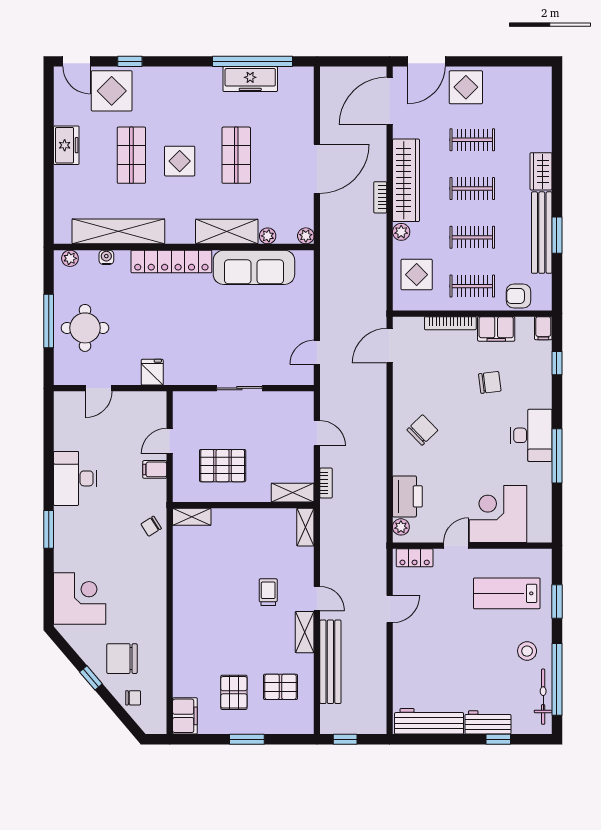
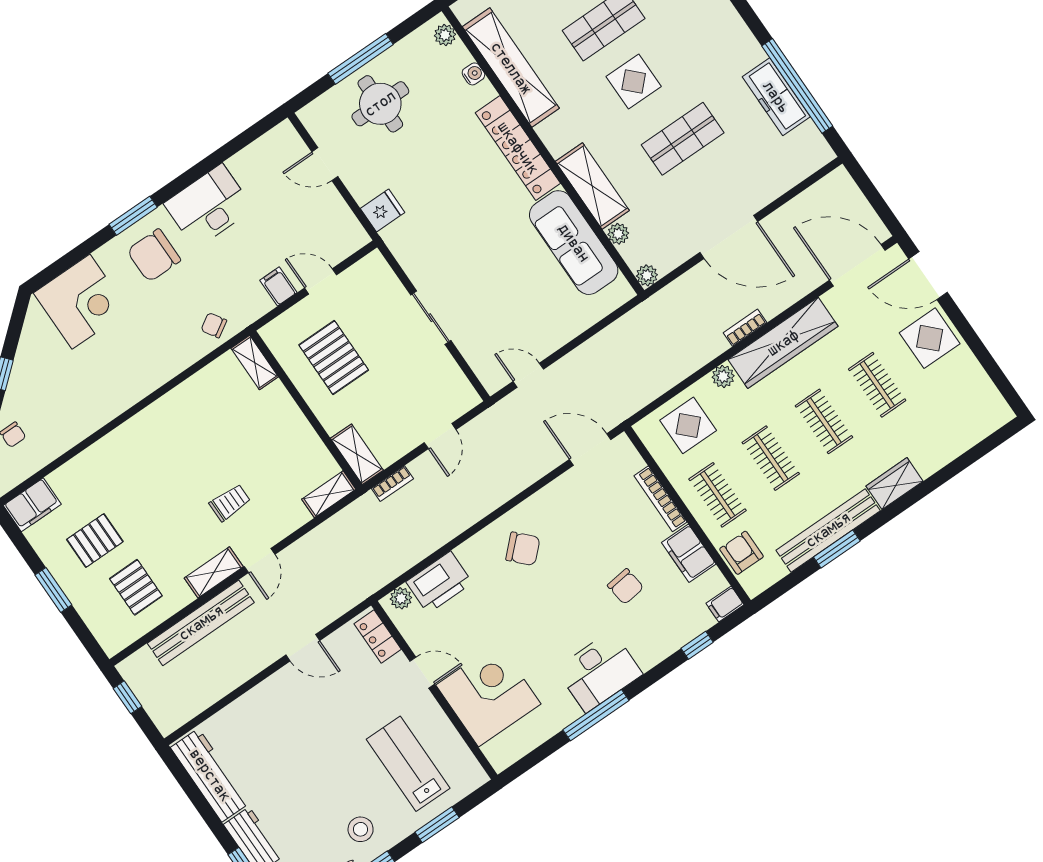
chair: (122, 659) -> (154, 255), moved, turned -90

